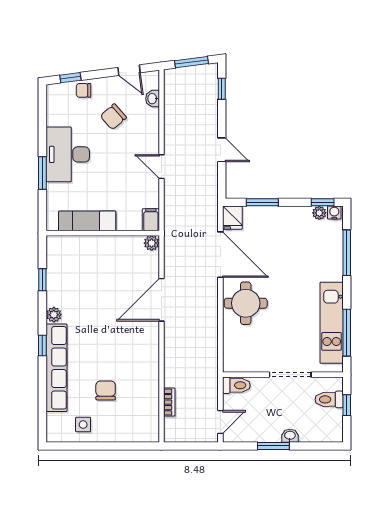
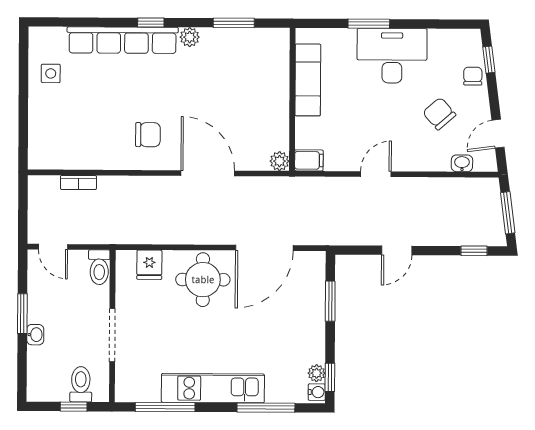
fridge: (232, 218) -> (149, 265), moved, turned -90
window: (42, 280) -> (234, 23), width x1.50
kitchen unit: (332, 323) -> (213, 388), moved
chair: (106, 390) -> (148, 135), moved

